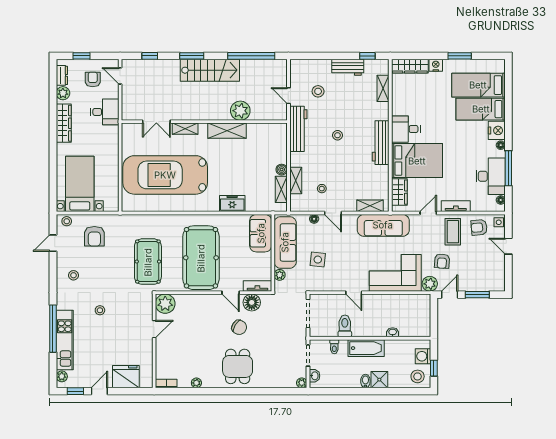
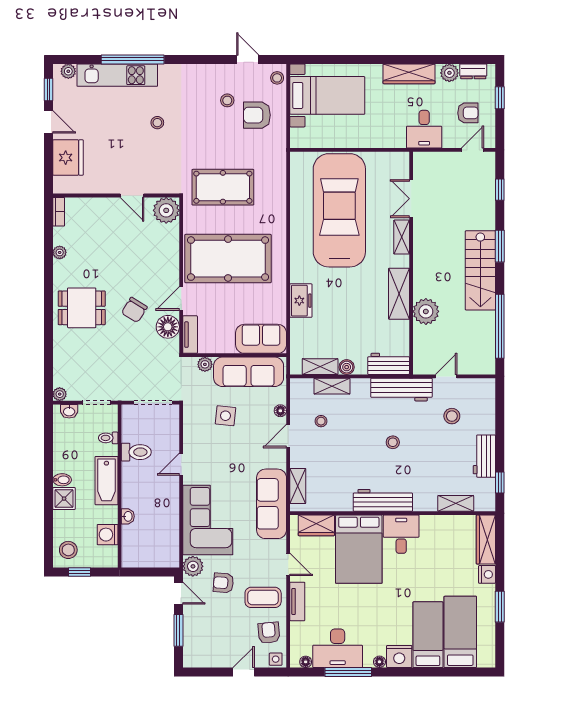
workbench: (279, 138) -> (389, 364), added
stool: (73, 275) -> (227, 100), moved
washing machine: (423, 356) -> (108, 535), moved, turned -90

